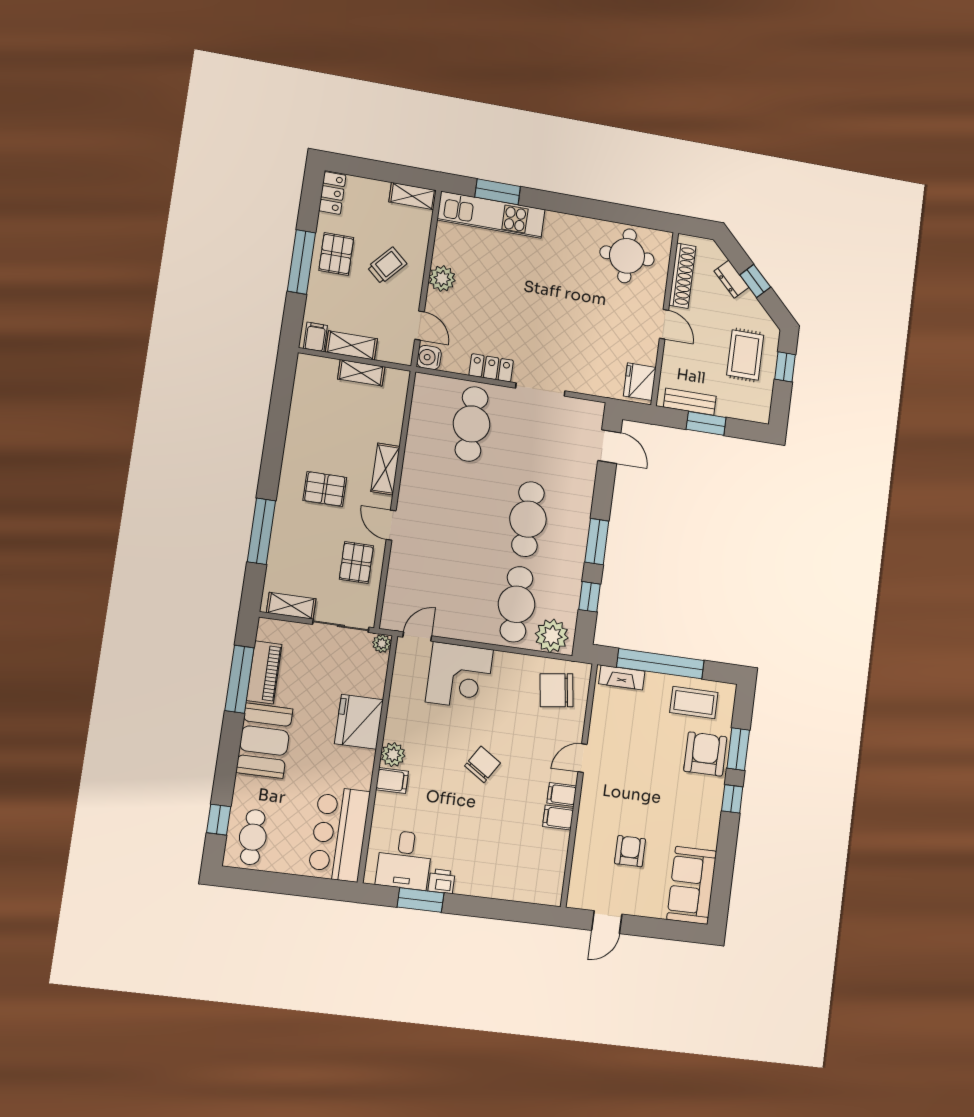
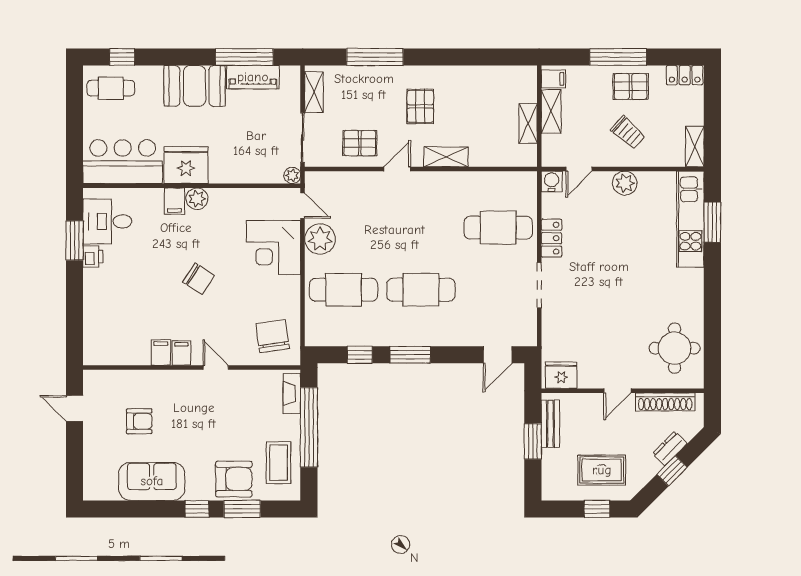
plant: (552, 636) -> (320, 239), moved
fridge: (359, 722) -> (186, 165), moved
sofa: (692, 885) -> (152, 481), moved

